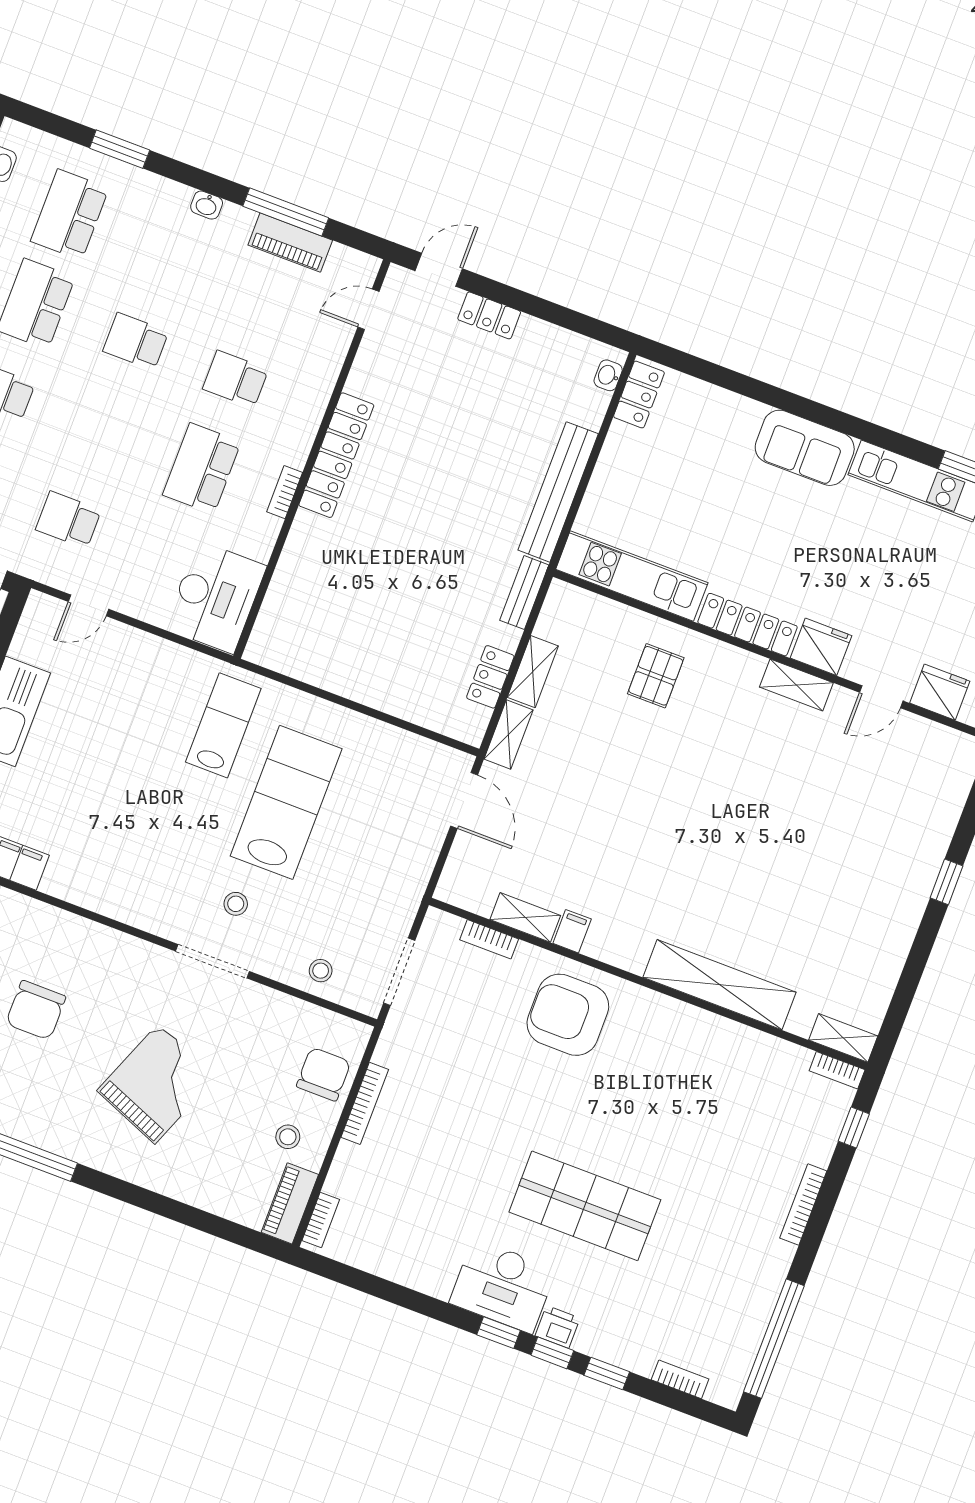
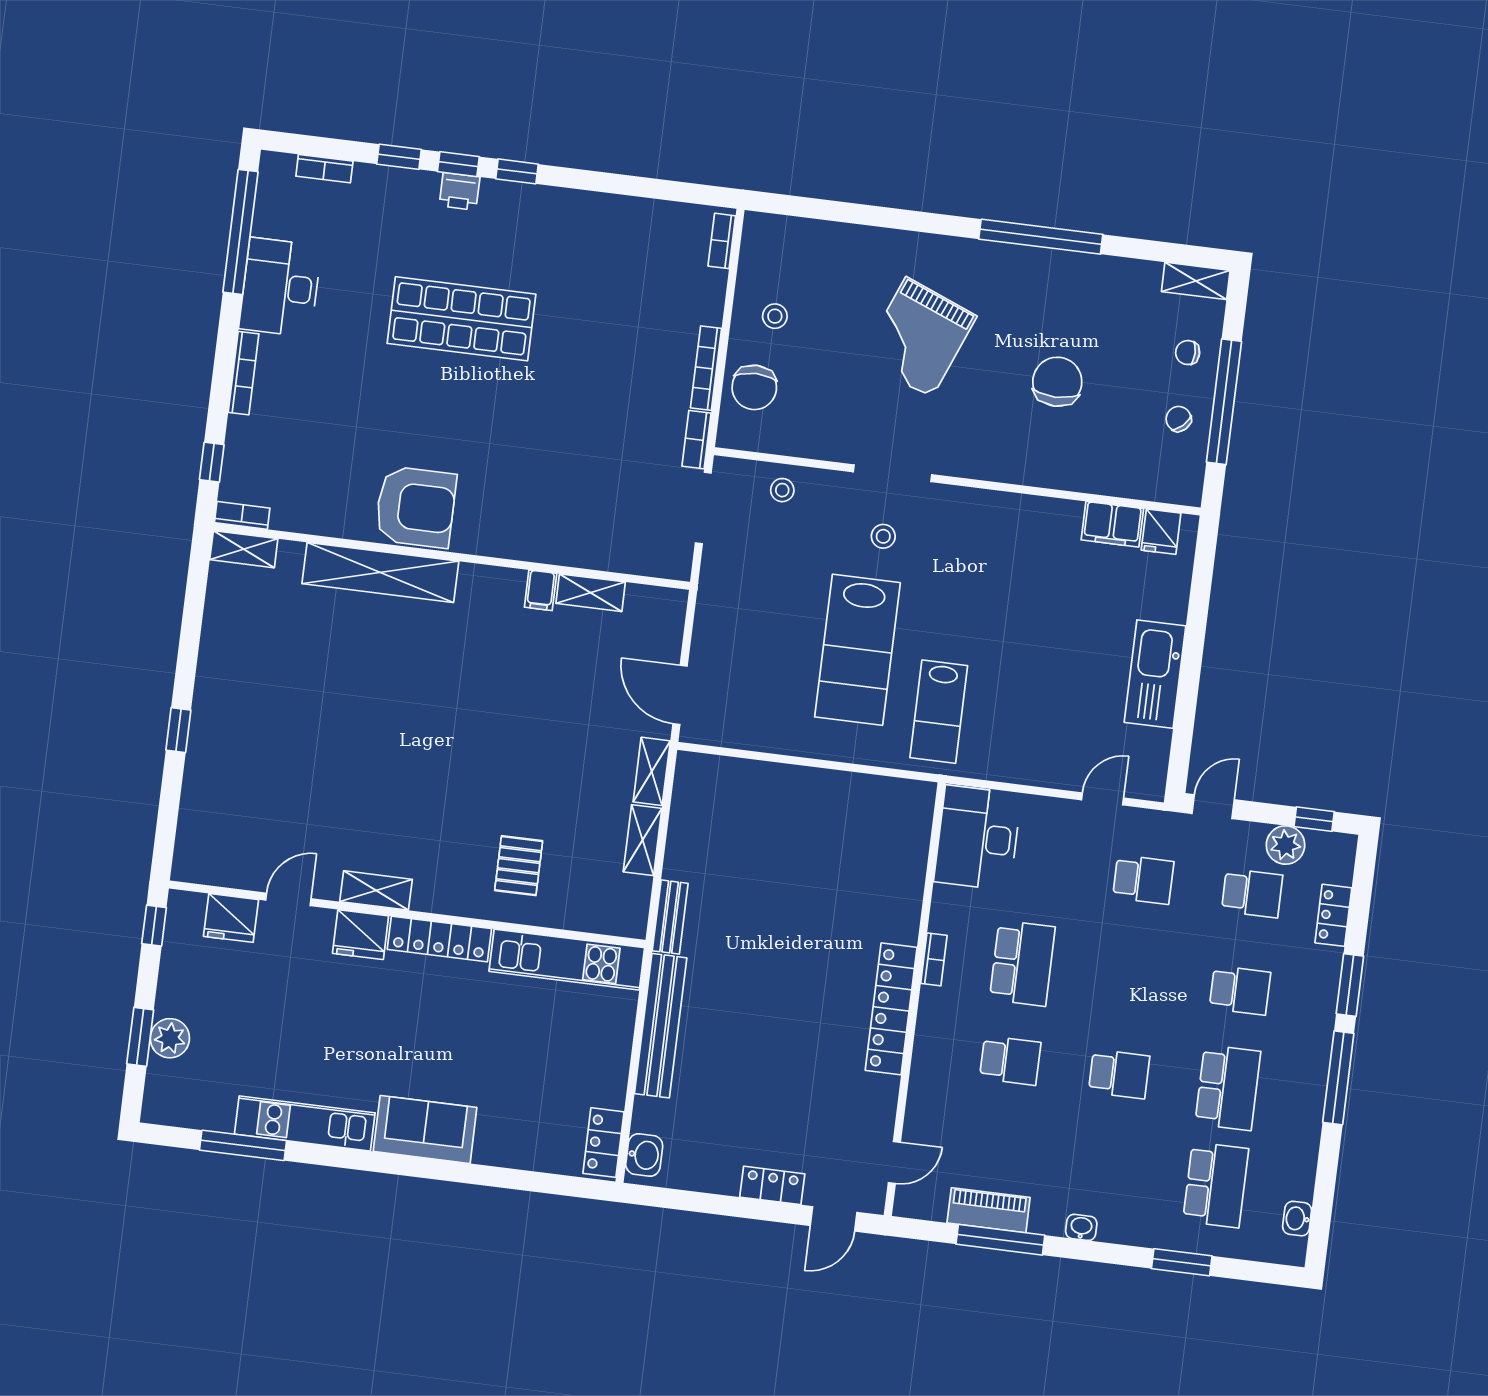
washbasin: (608, 375) -> (644, 1155), width x1.38, depth x1.45
locker: (490, 677) -> (684, 825), removed
bookcase: (489, 939) -> (696, 440), moved, turned -90
armchair: (568, 1015) -> (416, 507), moved
piano: (290, 1203) -> (757, 250), removed
desk: (503, 1286) -> (280, 287), moved, turned -90

